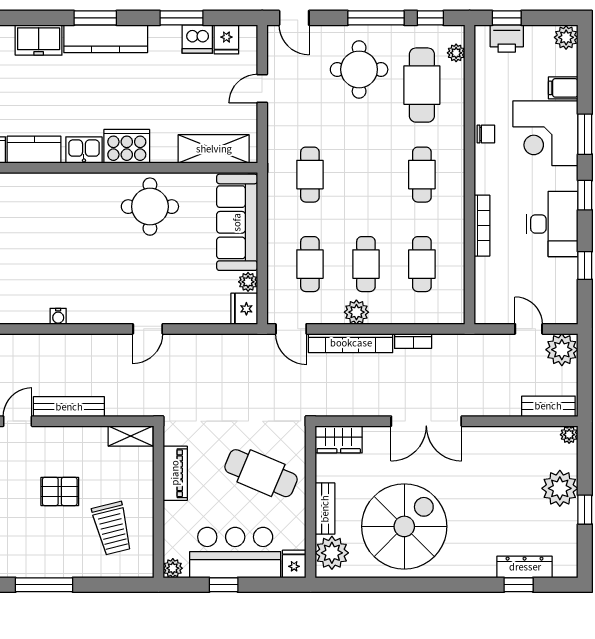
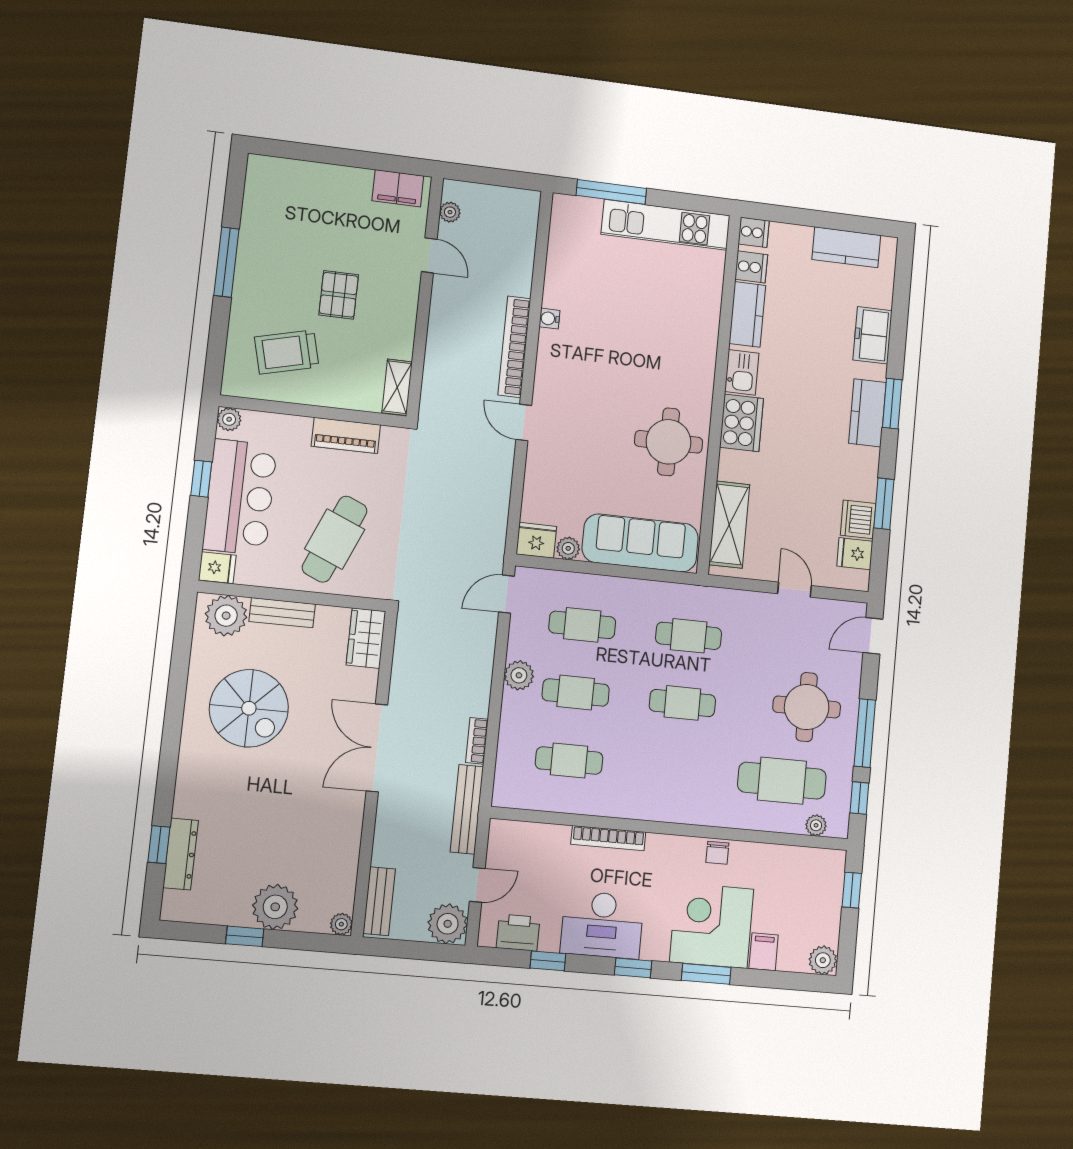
kitchen counter: (106, 39) -> (867, 413), width x0.67
printer: (507, 39) -> (518, 933), moved, turned 90
cafe table: (422, 175) -> (682, 703), moved
bookcase: (351, 343) -> (514, 347), moved
bench: (69, 407) -> (467, 809), moved
spiral stairs: (404, 526) -> (249, 708), width x0.73, depth x0.73

